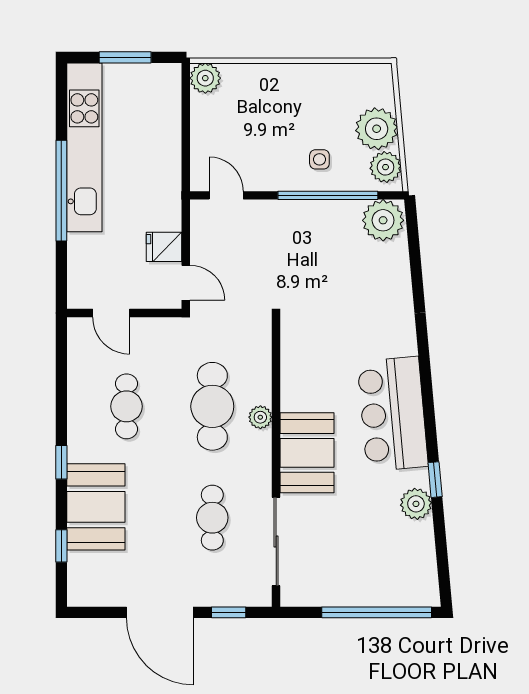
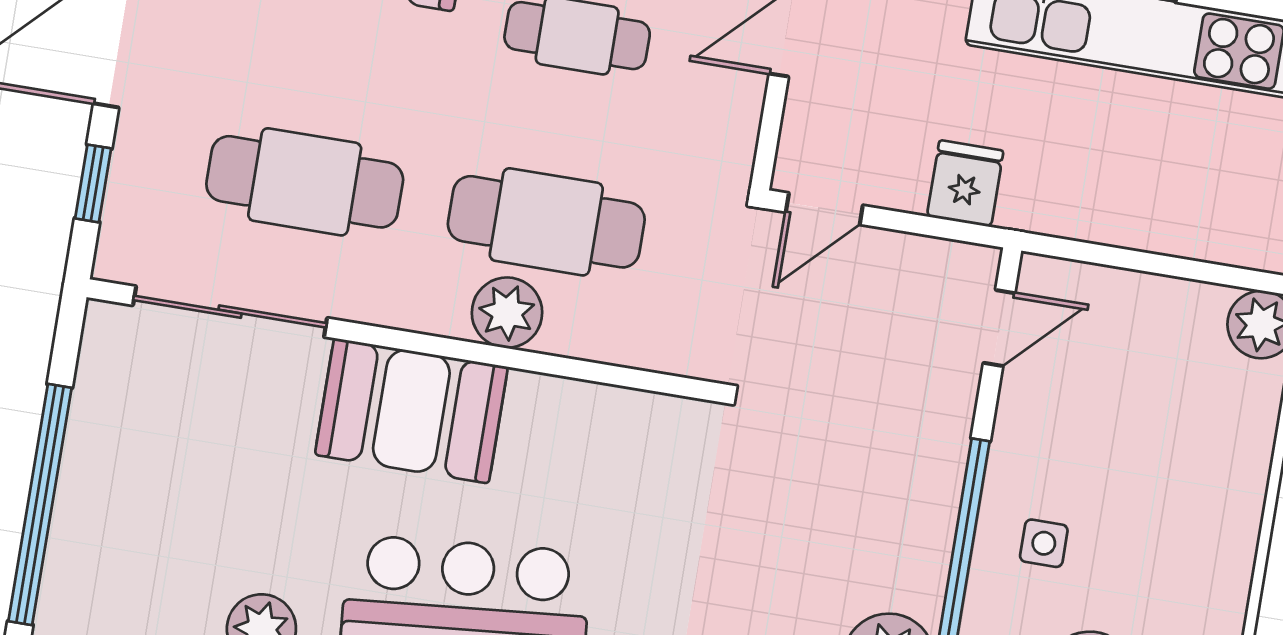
fridge: (164, 247) -> (965, 184), moved
plant: (260, 417) -> (507, 313), width x1.38, depth x1.38
cafe table: (212, 518) -> (305, 182), width x1.37, depth x1.35

